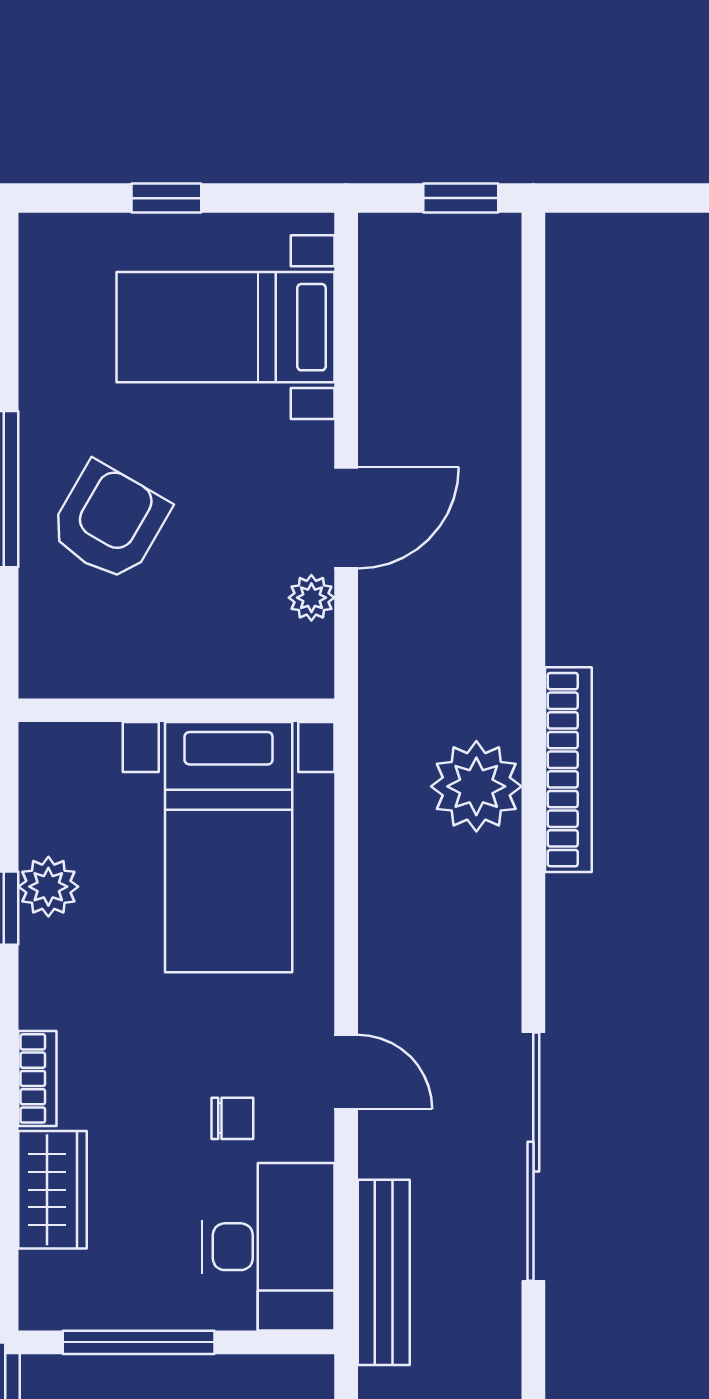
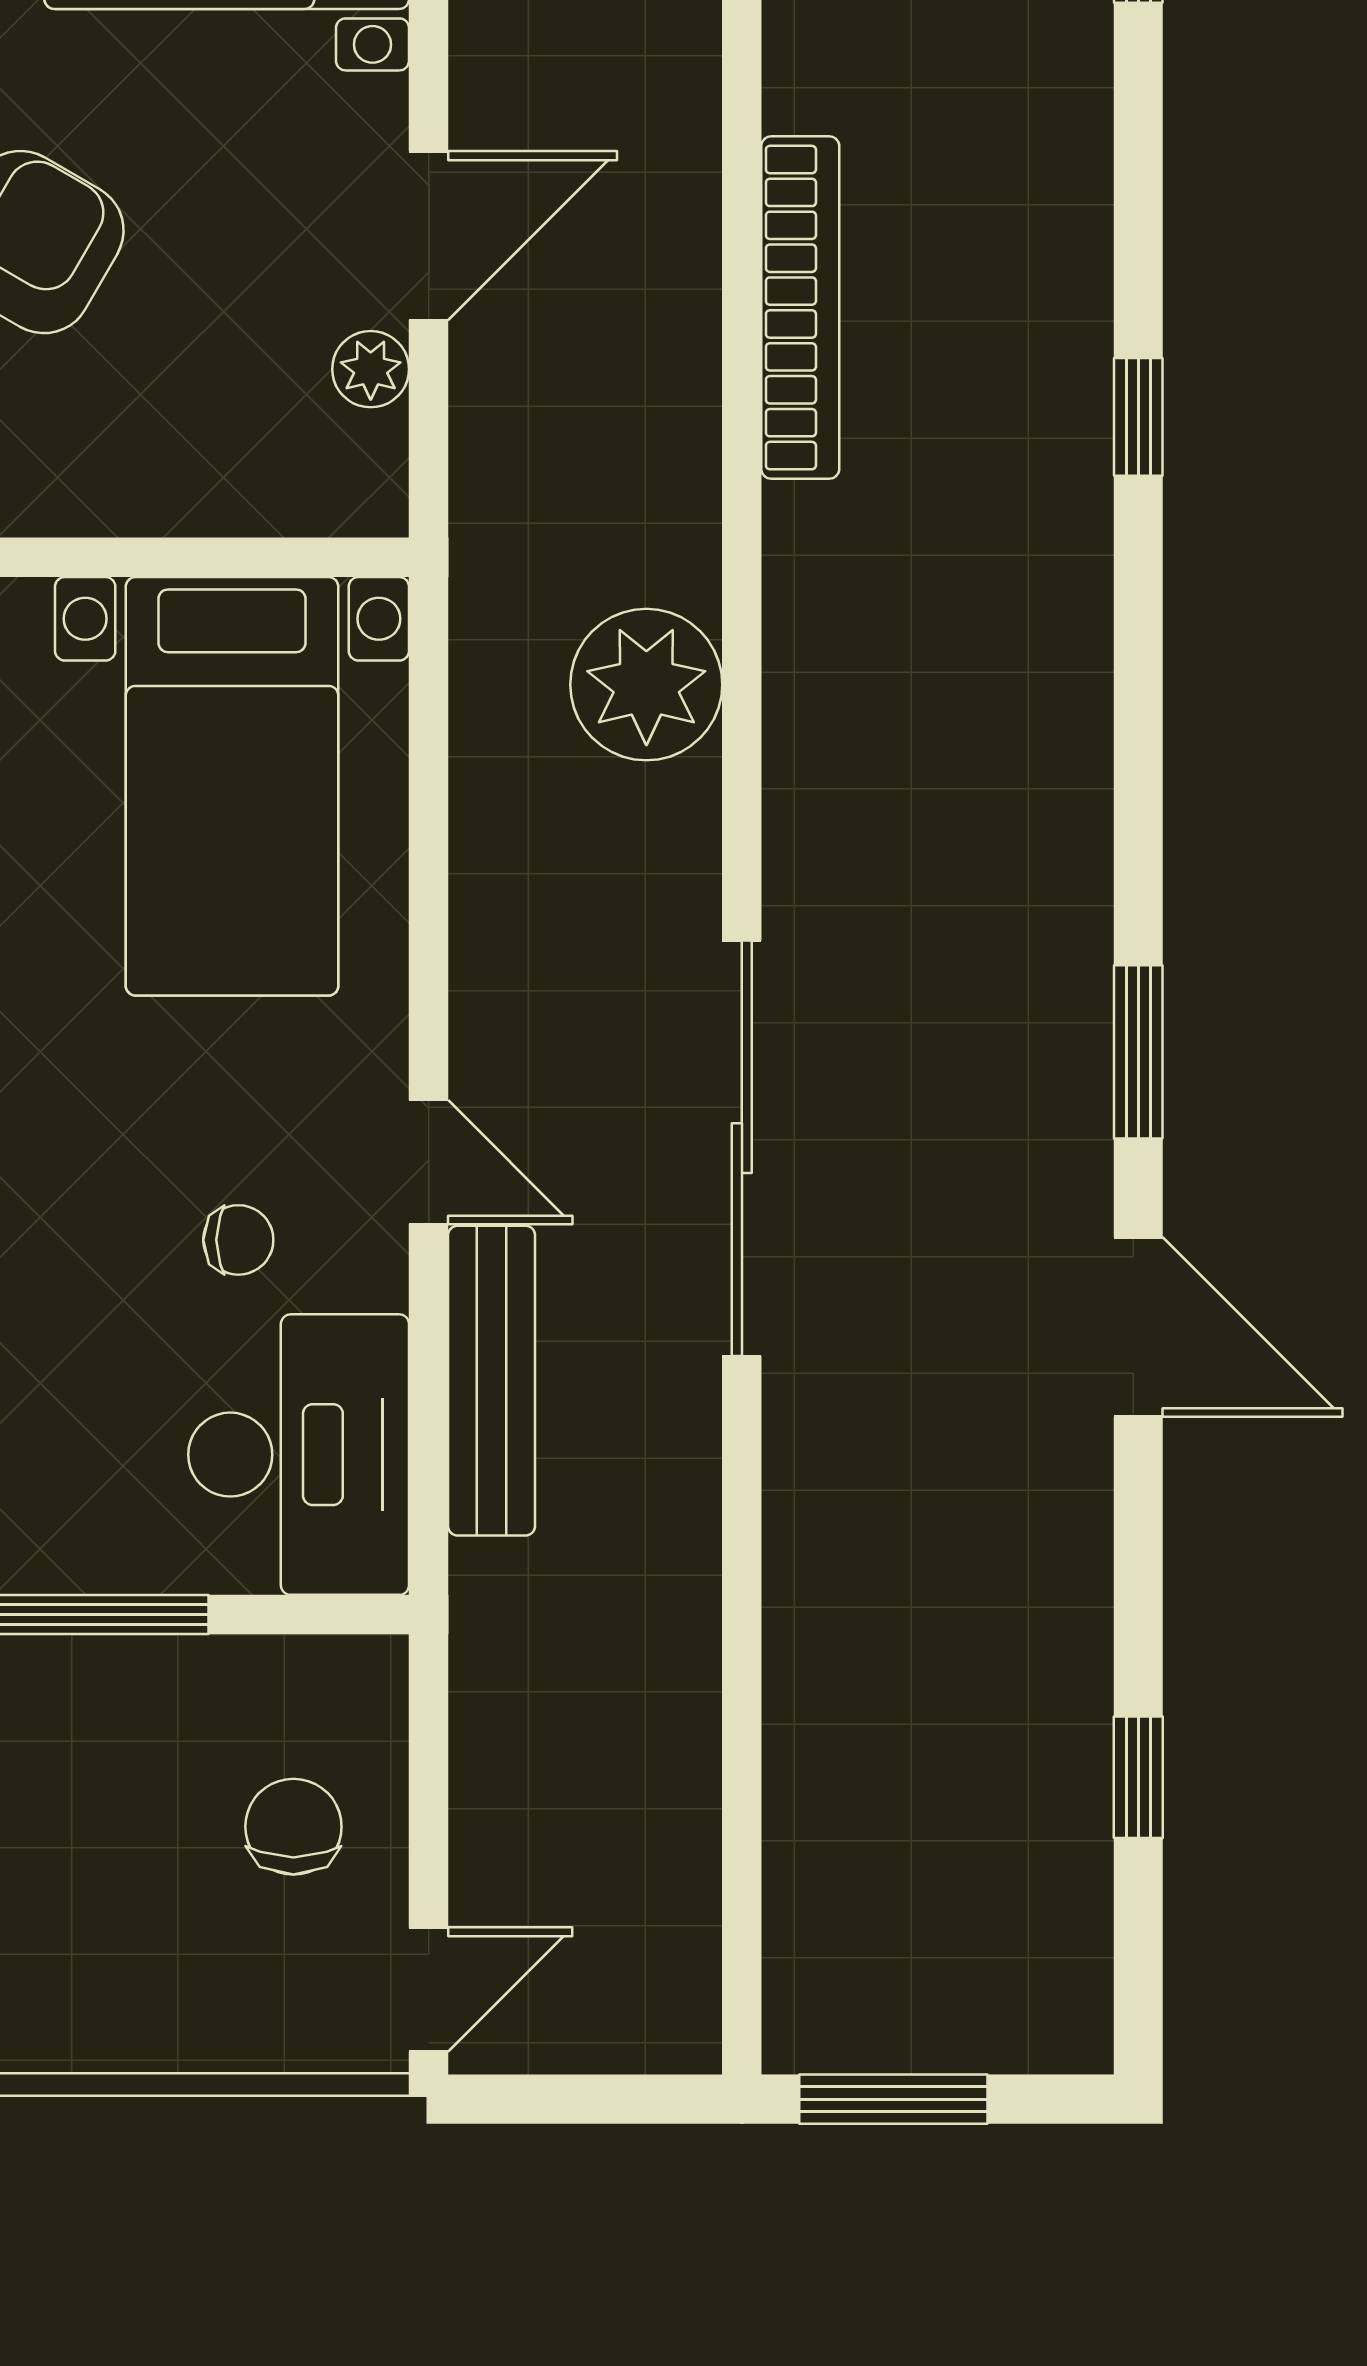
bookcase: (568, 770) -> (800, 308), moved
sliding door: (533, 1157) -> (742, 1148), moved
bench: (384, 1272) -> (492, 1381), moved

